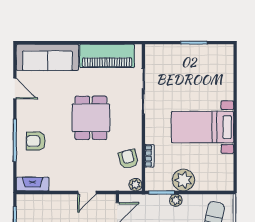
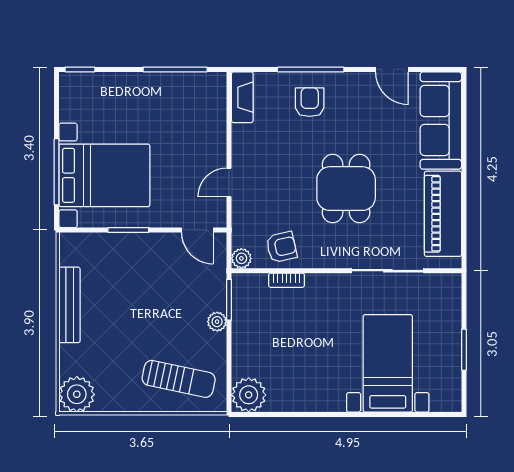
door: (15, 89) -> (392, 69), hinge flipped
dining table: (91, 118) -> (346, 189), turned 90
bed with nightstands: (203, 127) -> (388, 363), moved
plant: (183, 180) -> (249, 395), moved
door: (87, 193) -> (229, 182), hinge flipped

